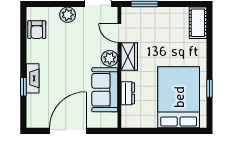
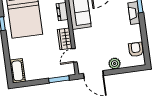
door: (119, 33) -> (74, 55), swing flipped
plant: (110, 58) -> (79, 36), removed

